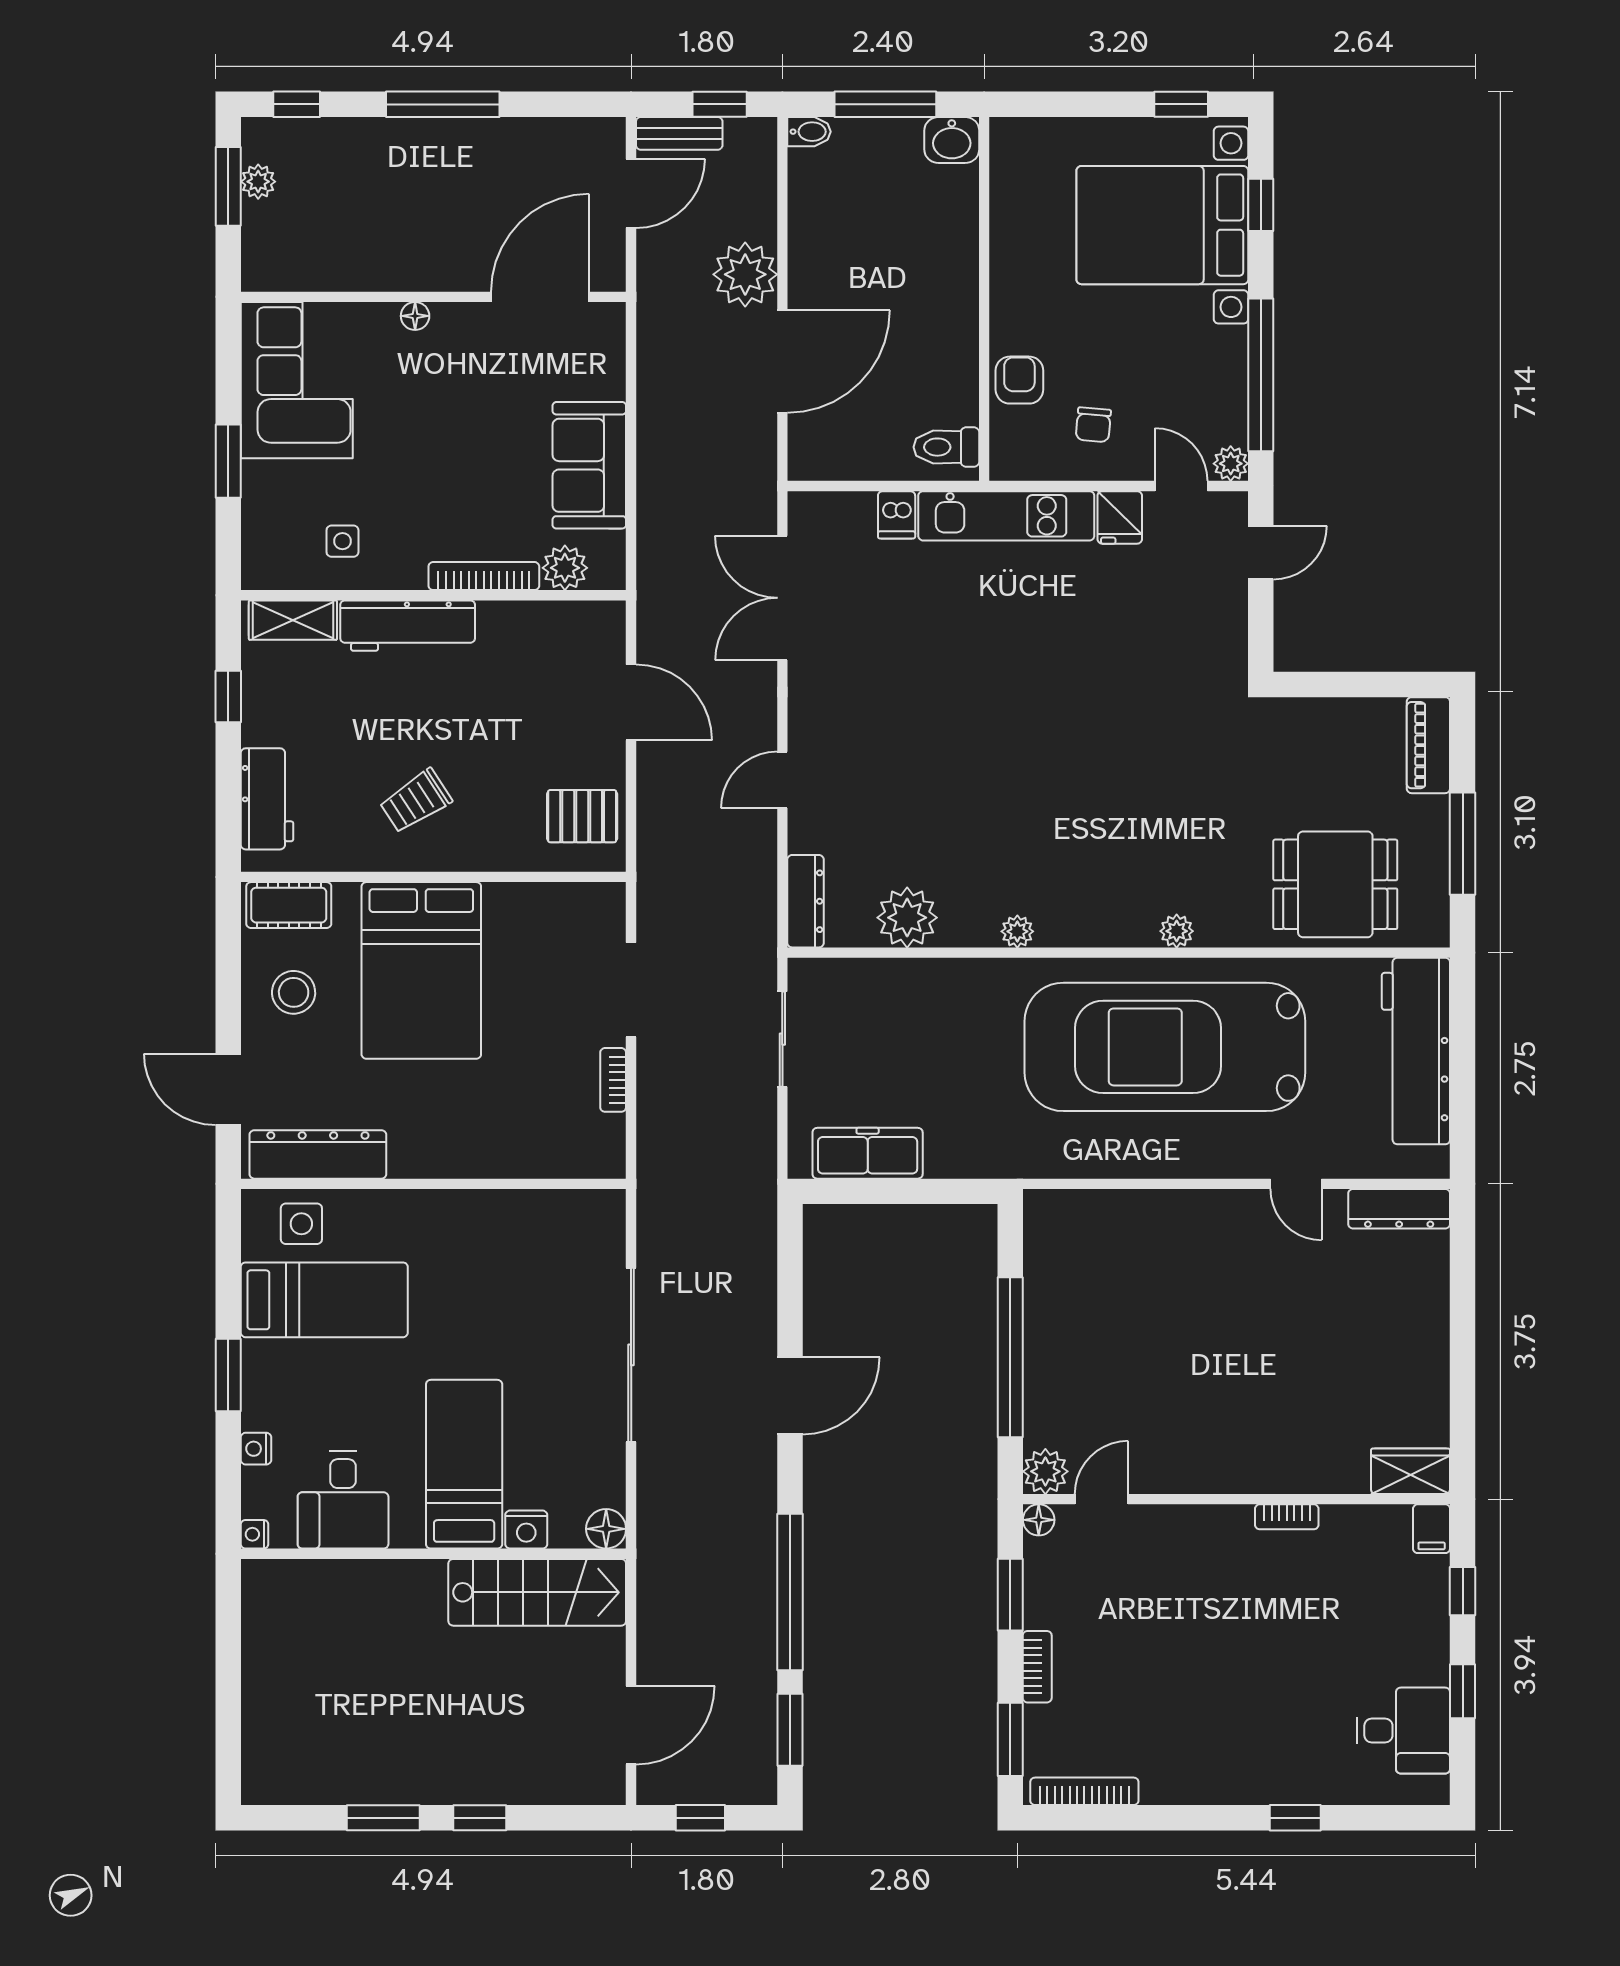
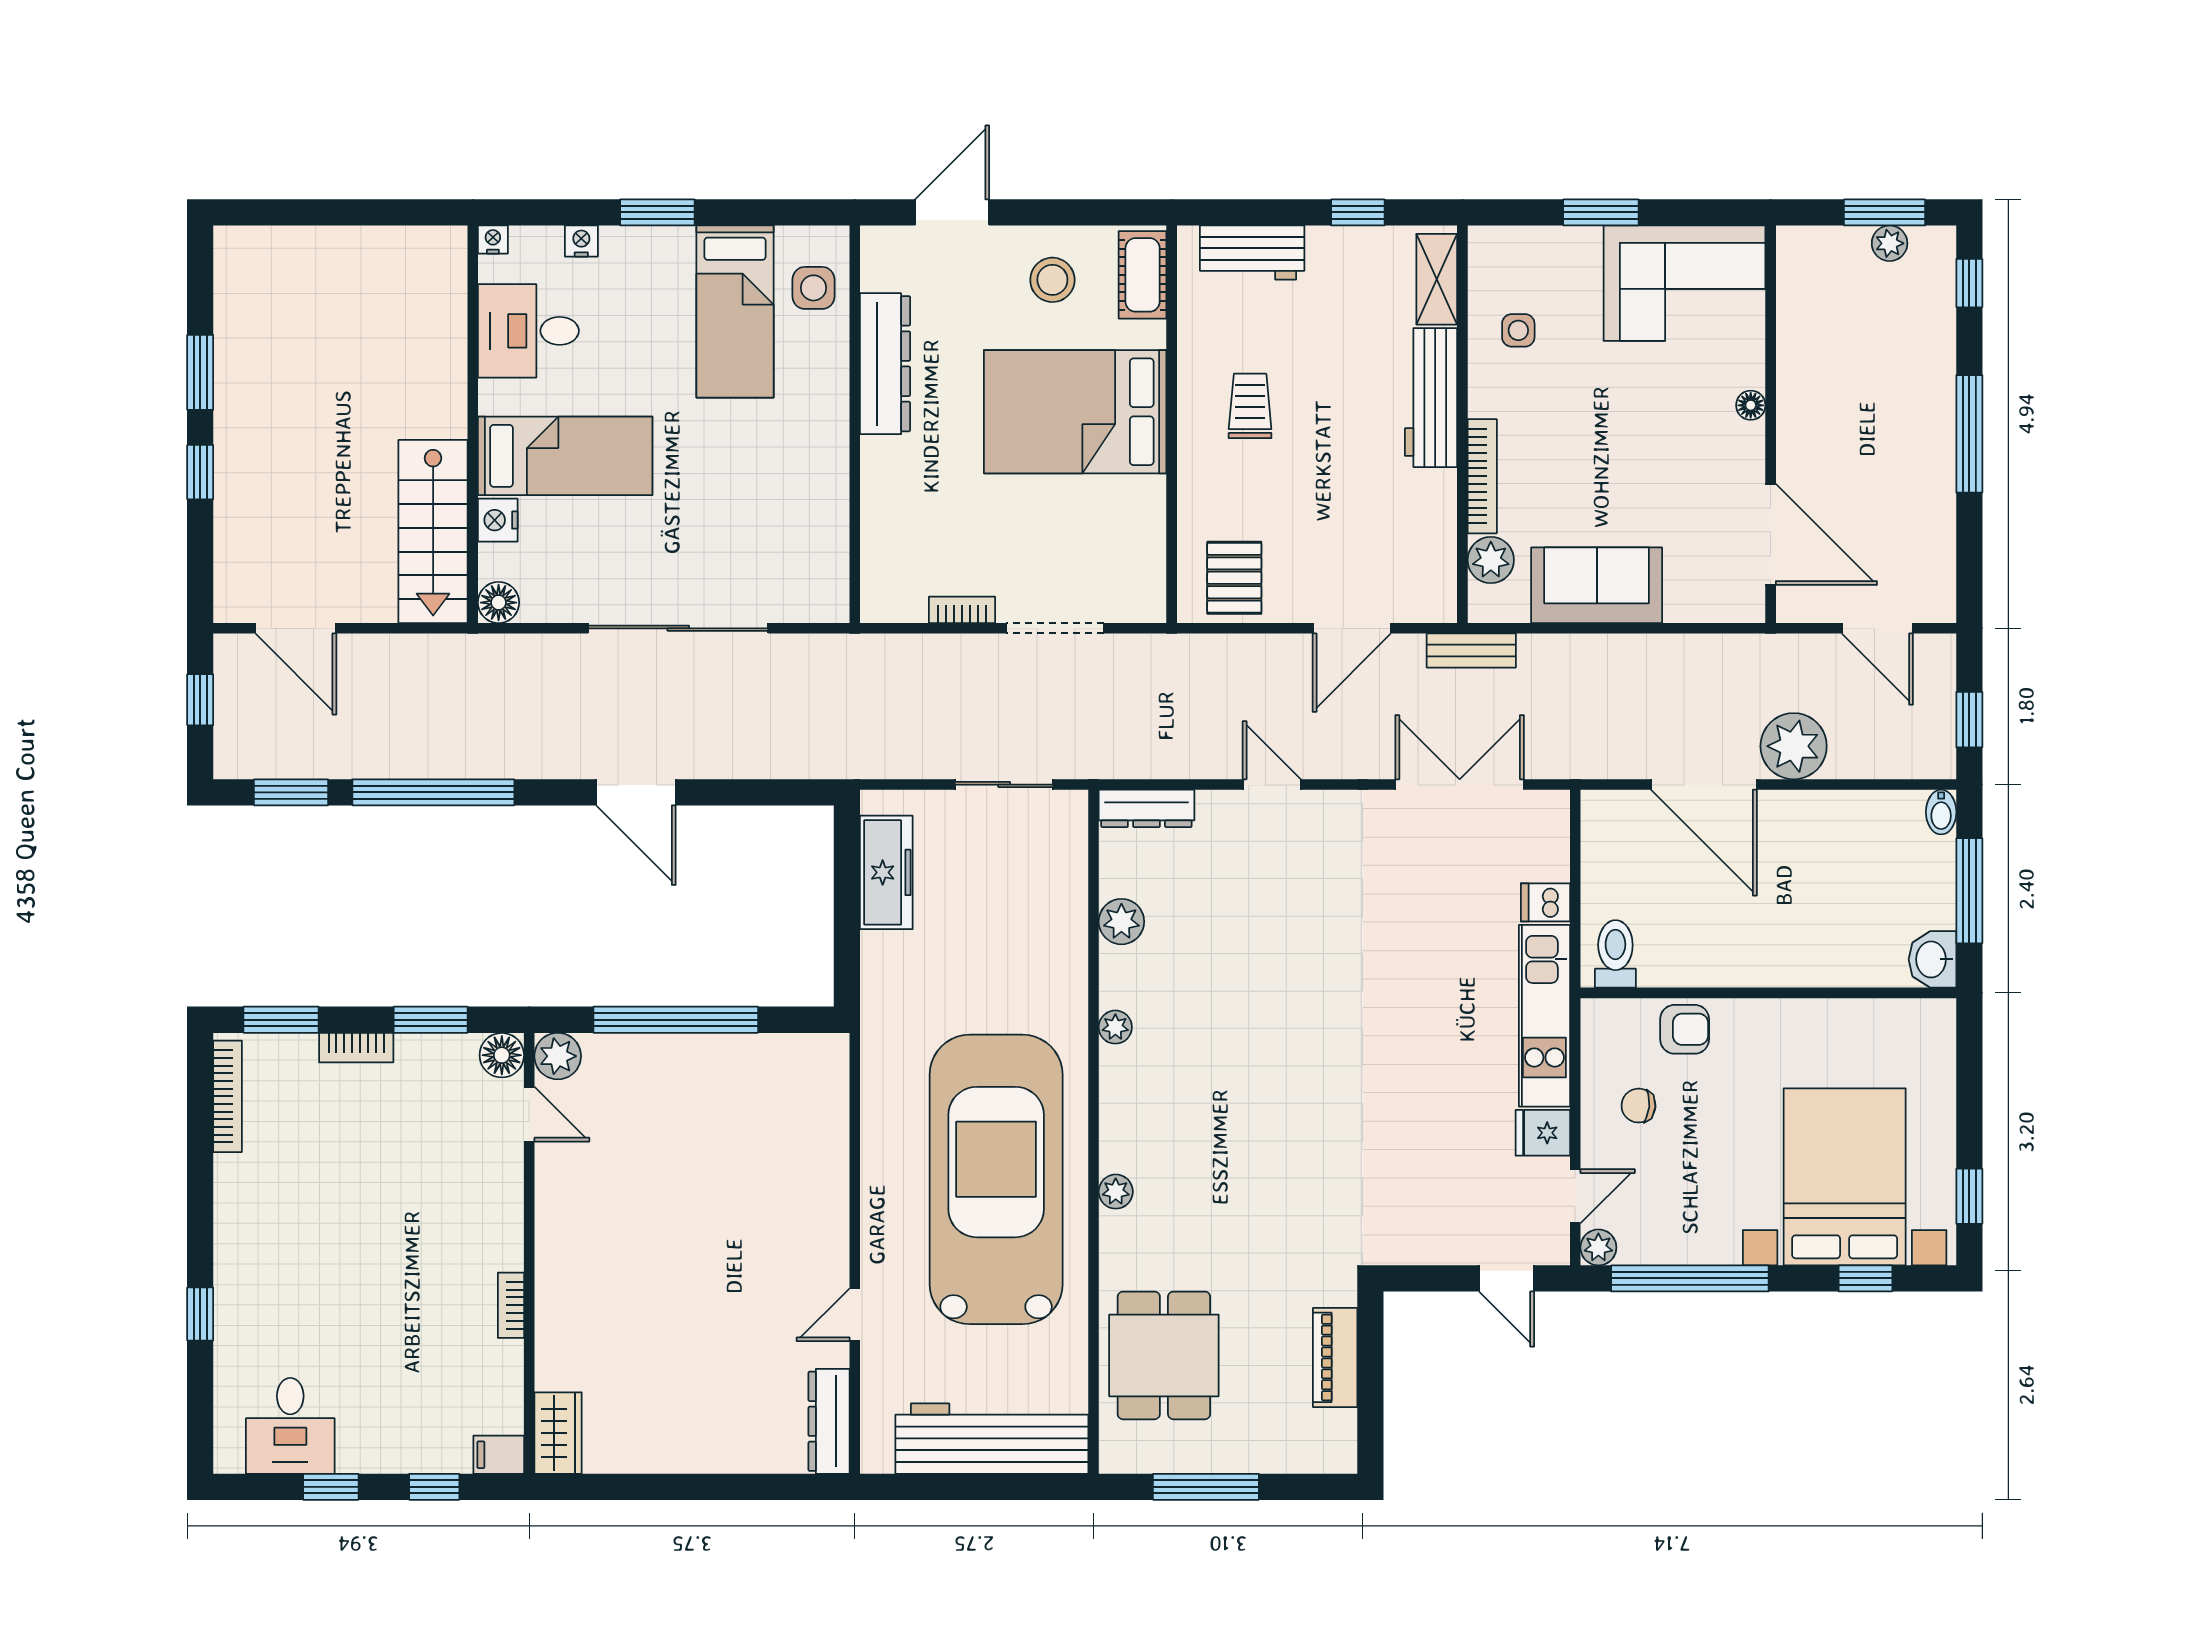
bench: (679, 133) -> (1471, 650), moved, turned 90
piano: (1428, 745) -> (1335, 1357), moved, turned -90
trolley: (416, 801) -> (1250, 406), turned 33
plant: (907, 918) -> (1121, 922), width x0.73, depth x0.73
dresser: (318, 1154) -> (885, 364), moved
floor lamp: (1039, 1520) -> (502, 1055), width x1.37, depth x1.37

